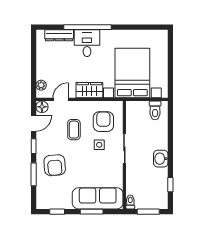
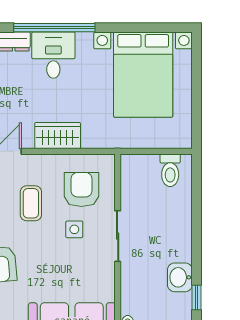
bed with nightstands: (132, 73) -> (143, 75), moved, turned 180
washbasin: (161, 159) -> (180, 277), moved

